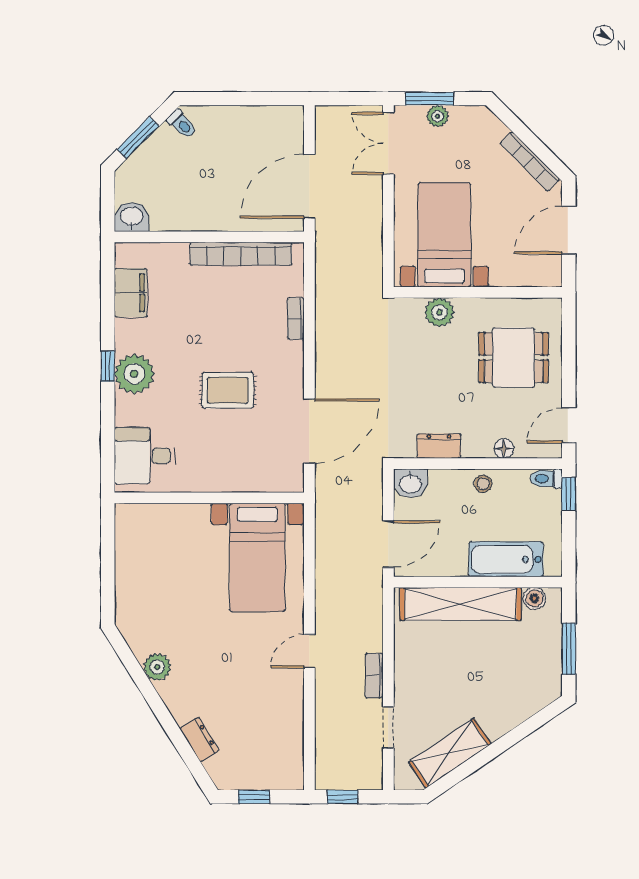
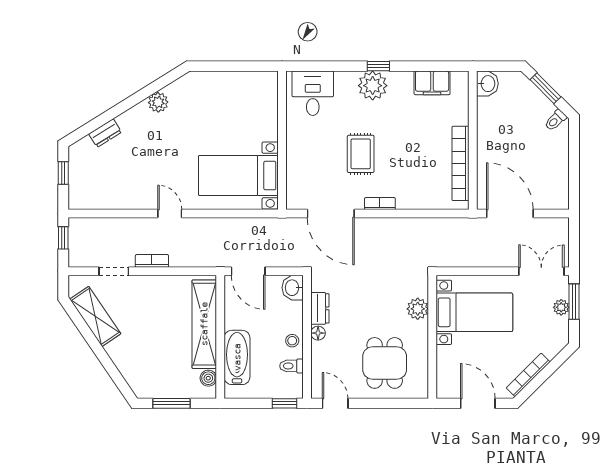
bookcase: (296, 318) -> (380, 204), moved
floor lamp: (504, 449) -> (318, 333), moved
toilet: (546, 479) -> (291, 366), moved, turned -90

